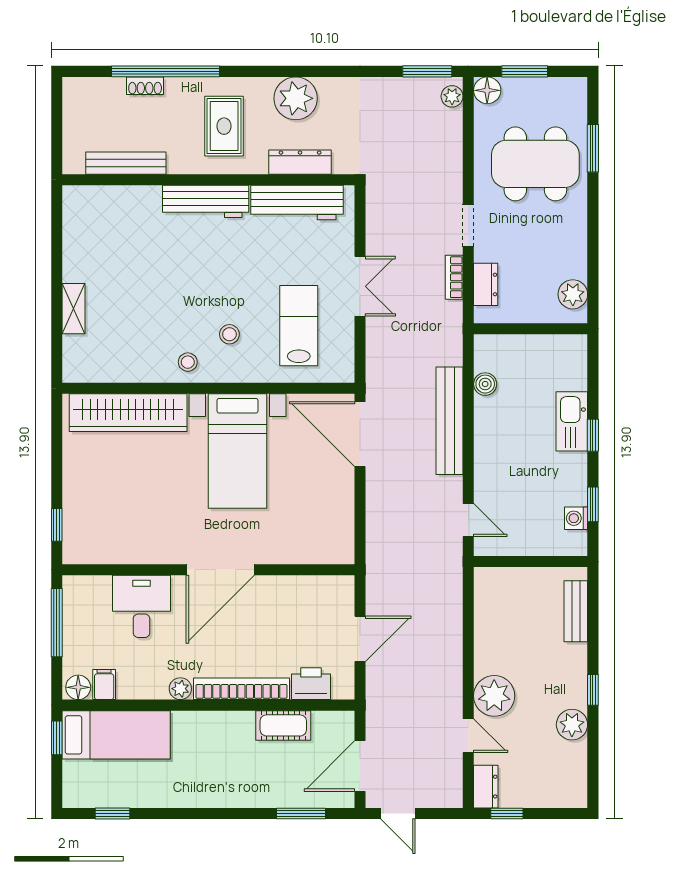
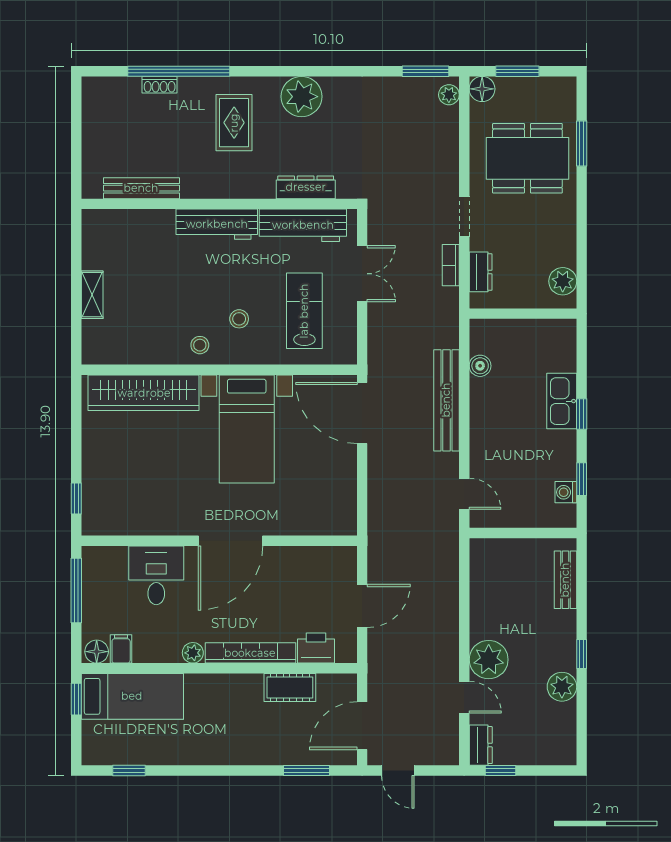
dresser: (300, 162) -> (306, 187), moved
bench: (126, 163) -> (141, 188), moved
wall: (208, 180) -> (219, 204), moved
workbench: (206, 201) -> (217, 224), moved
workbench: (297, 202) -> (303, 225), moved

